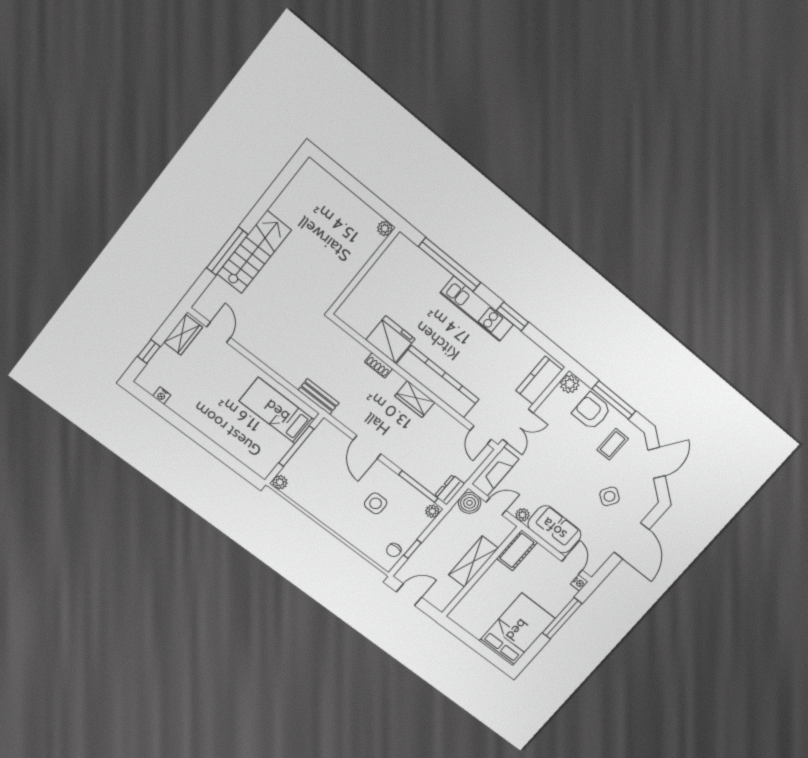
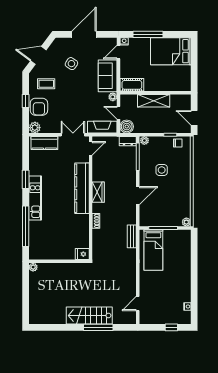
wardrobe: (183, 335) -> (151, 318), removed
fridge: (390, 339) -> (82, 254), moved, width x0.53, depth x0.75
window: (614, 400) -> (26, 101), width x0.46

